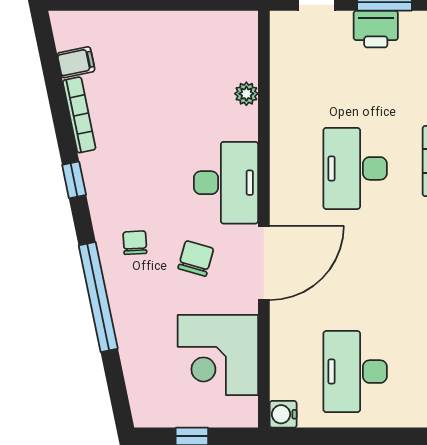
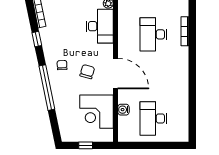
desk: (226, 183) -> (100, 26), moved
door: (264, 263) -> (115, 74), hinge flipped
water cooler: (283, 414) -> (123, 110), moved

